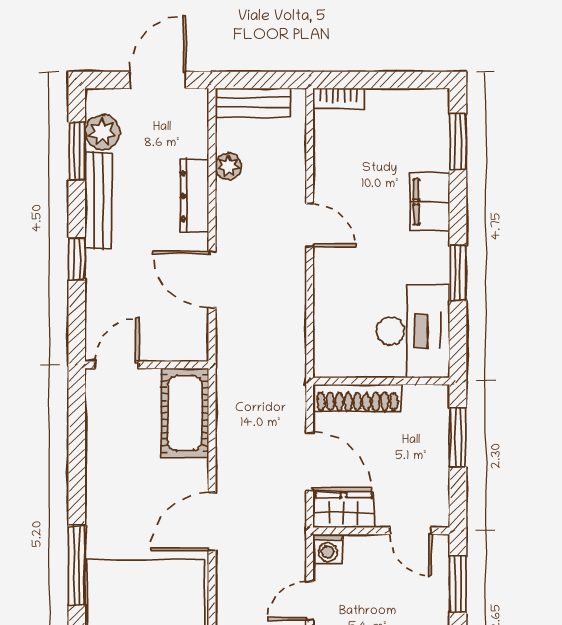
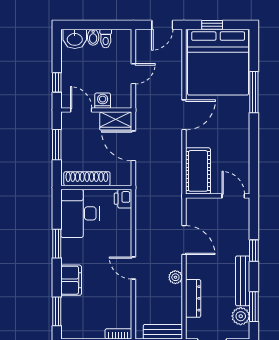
plant: (228, 166) -> (175, 277), moved
dresser: (194, 196) -> (193, 298), moved
printer: (330, 360) -> (123, 199), added
door: (117, 365) -> (233, 196), swing flipped
shoe rack: (357, 398) -> (87, 179), moved
window: (458, 437) -> (57, 145), moved
washing machine: (328, 549) -> (103, 101), moved
window: (458, 584) -> (57, 82), width x0.67

